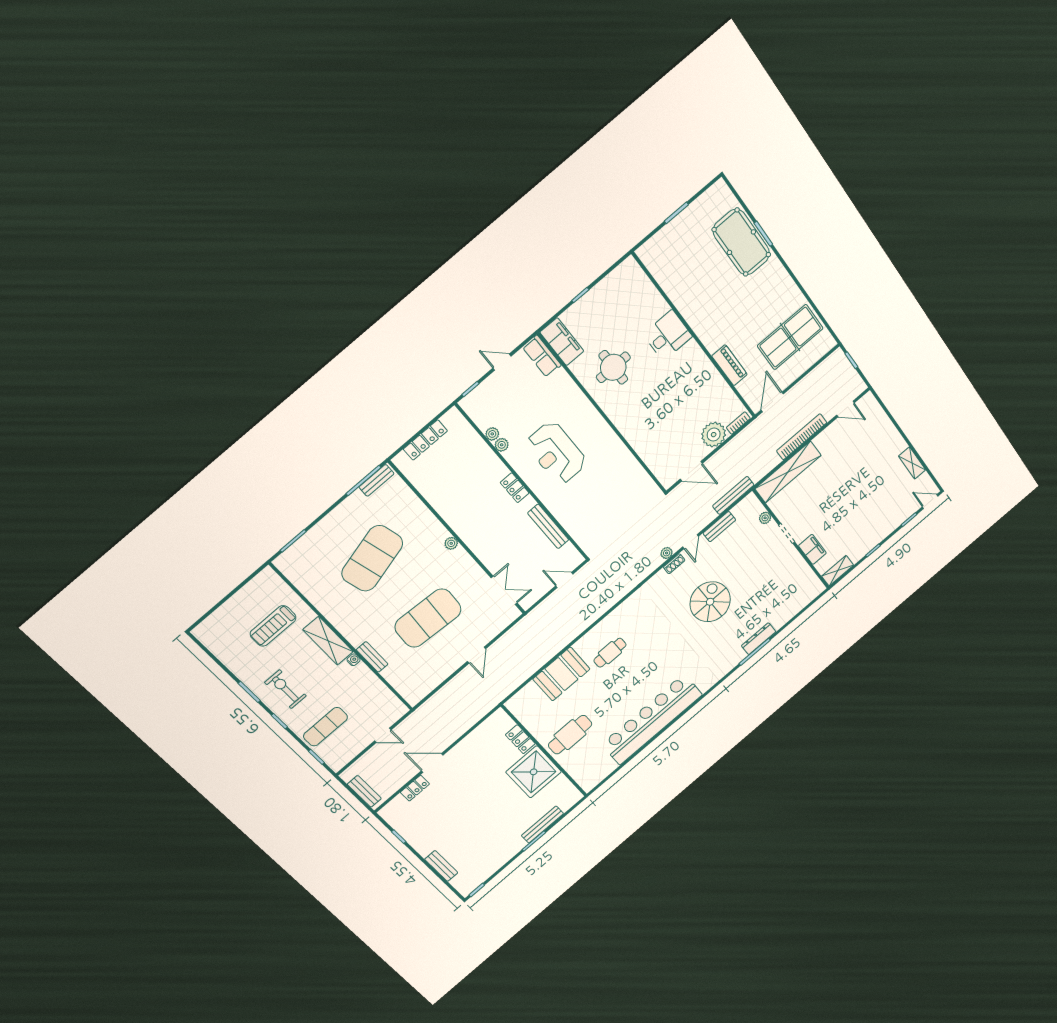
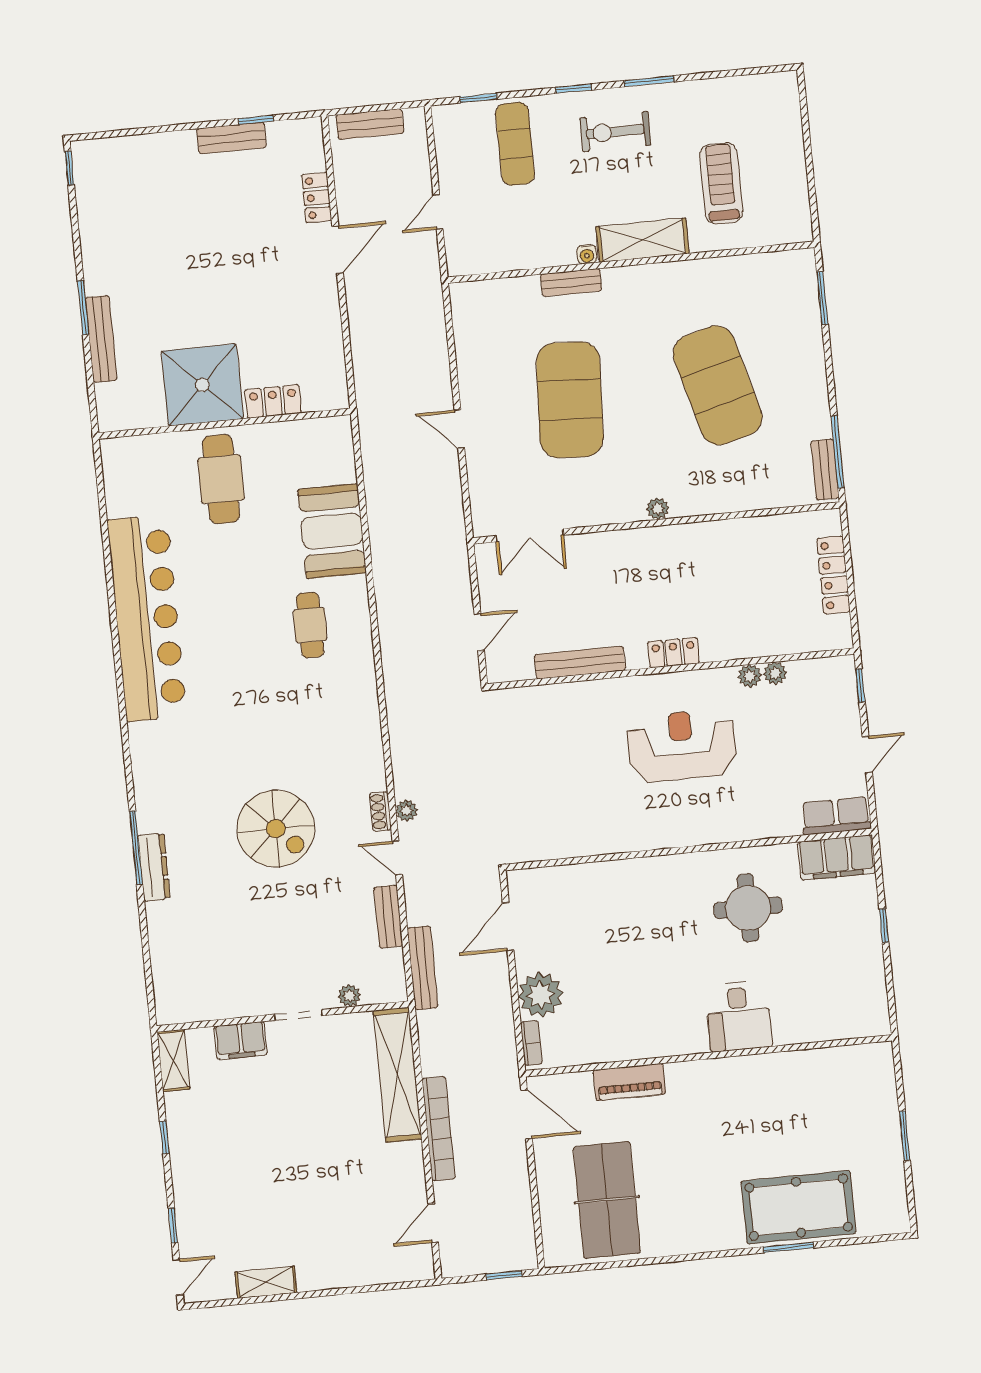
exercise bike: (285, 689) -> (615, 132), turned 180
bench: (441, 866) -> (232, 138), moved

